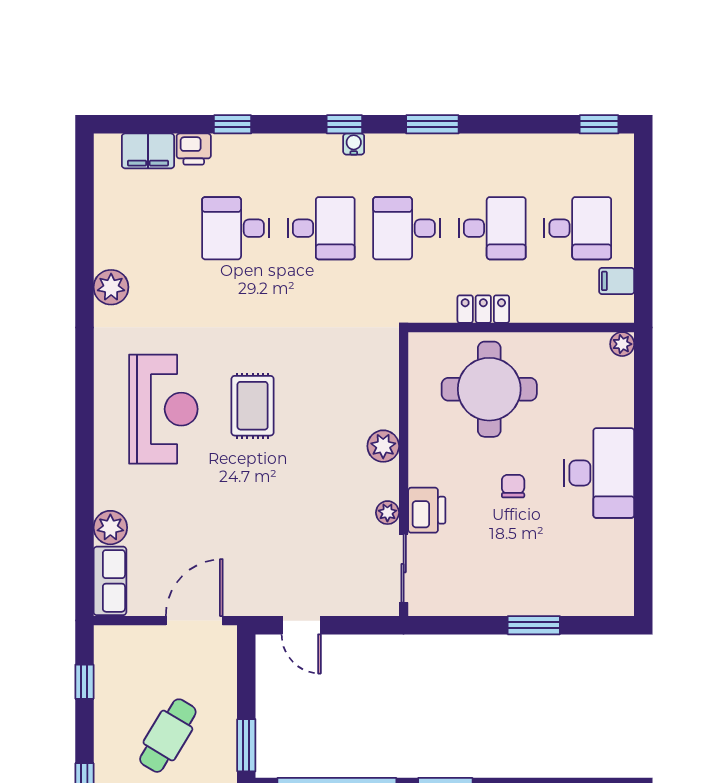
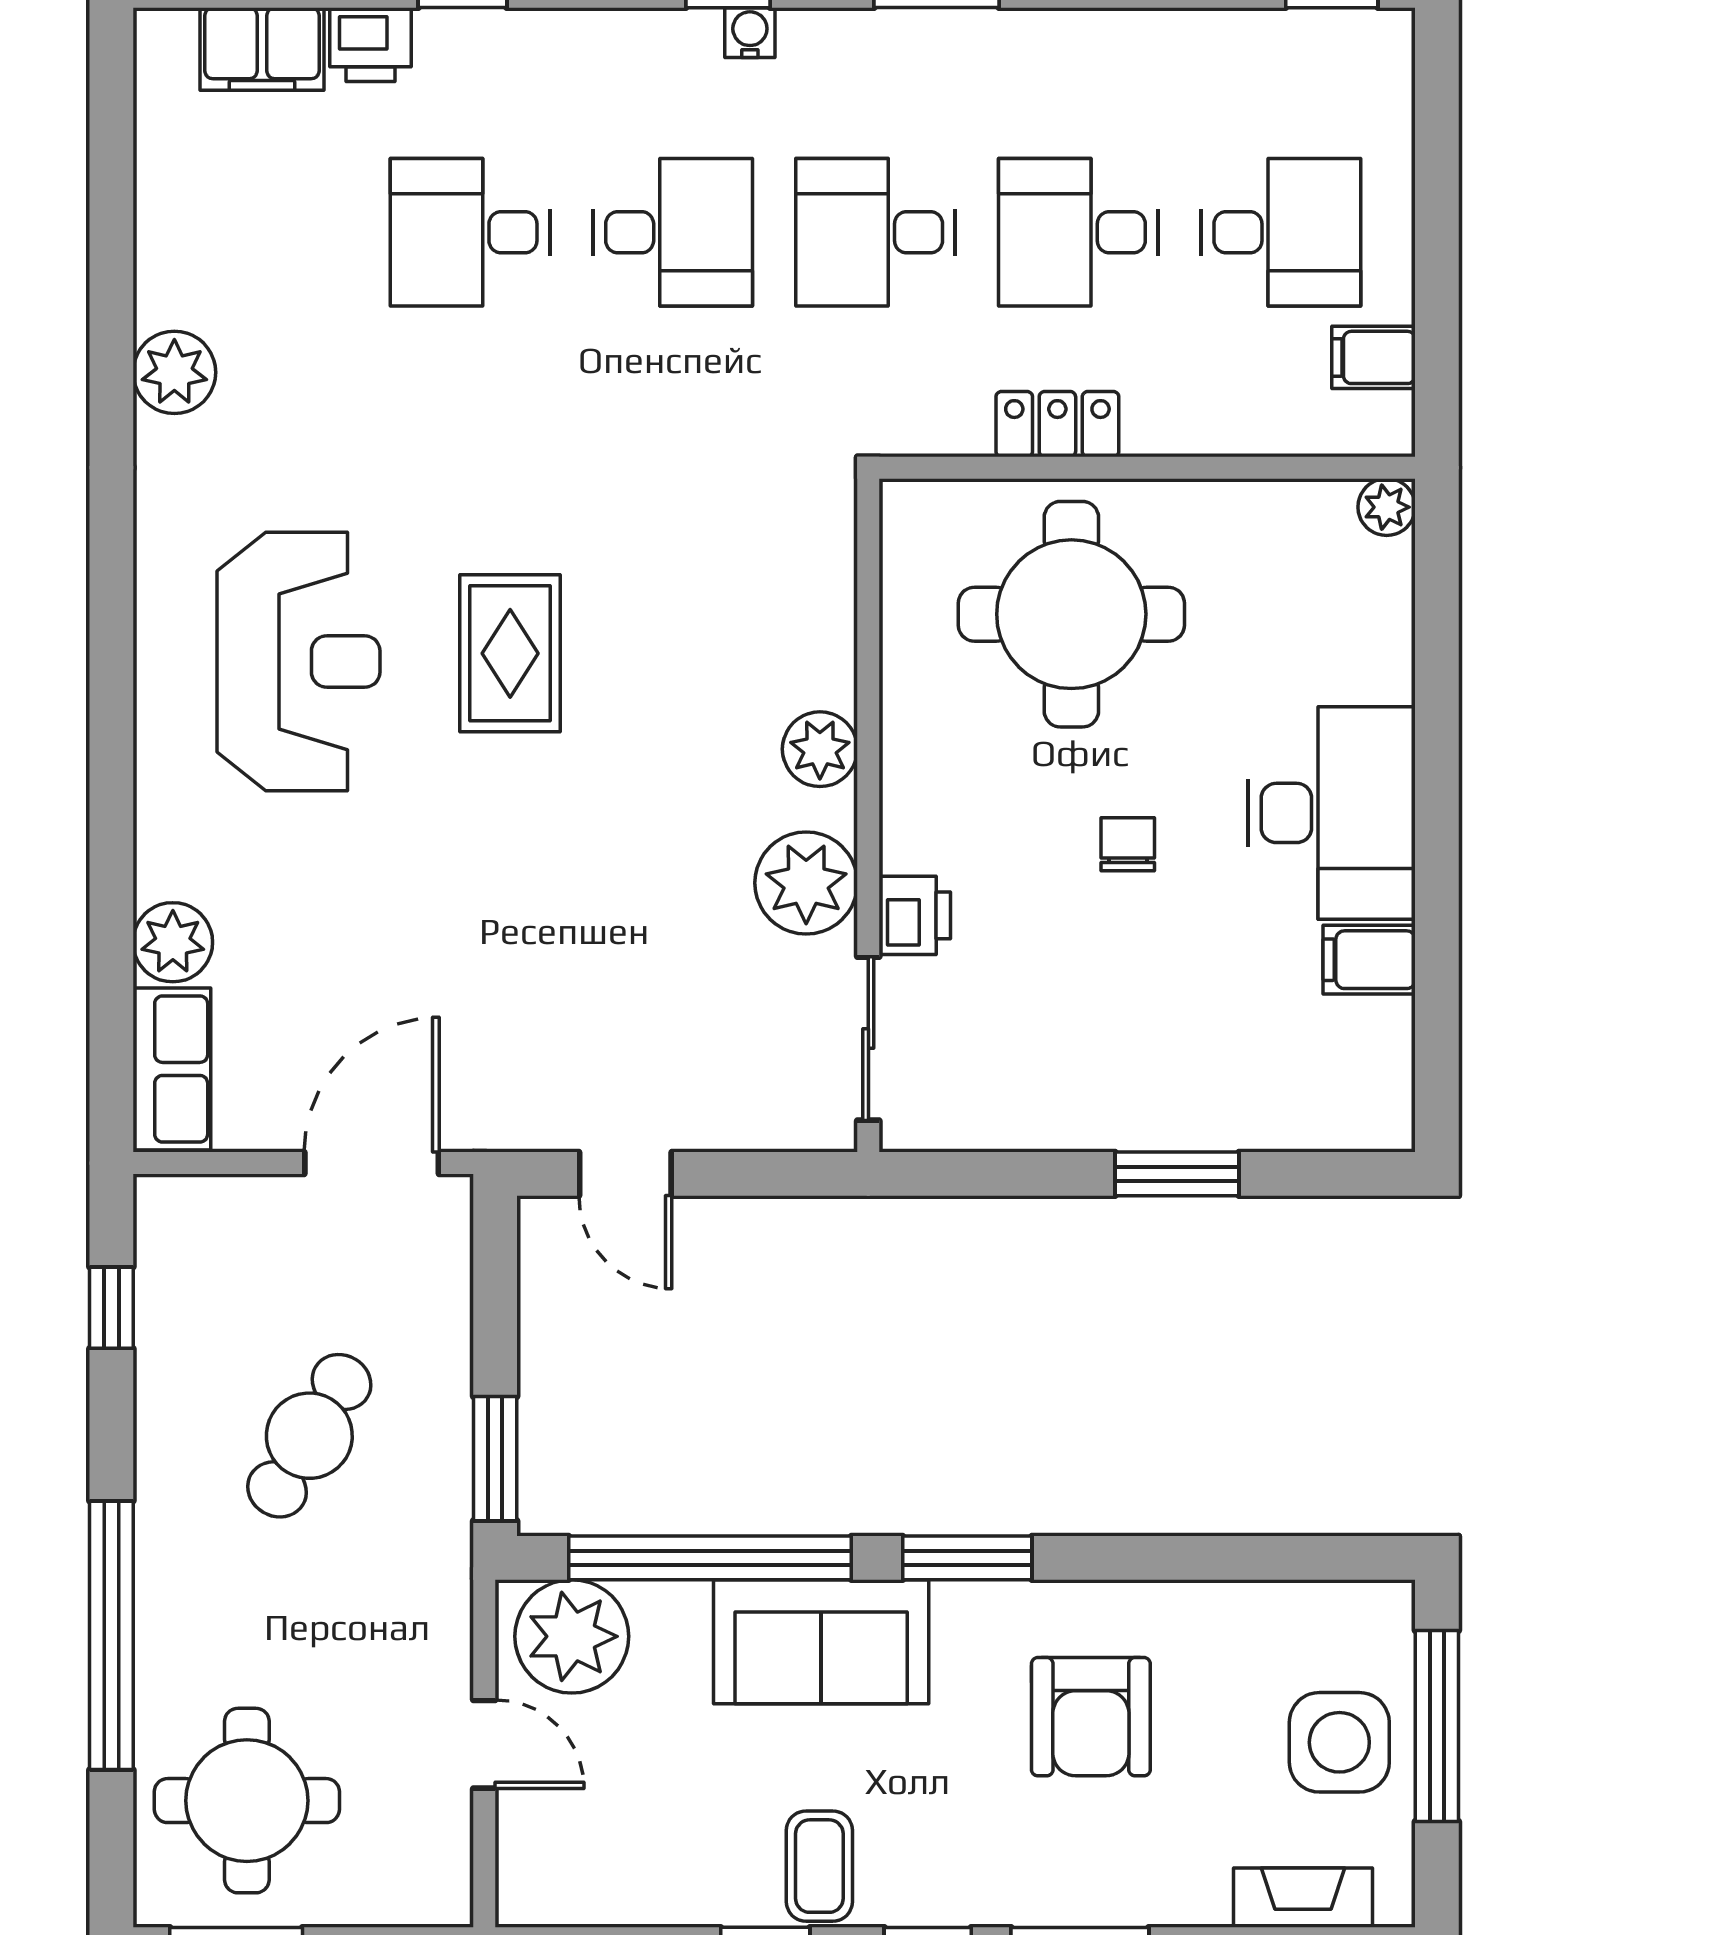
desk: (492, 228) -> (1078, 232), turned 180
printer: (427, 510) -> (915, 915), width x0.73, depth x0.81
plant: (387, 513) -> (806, 883), width x1.88, depth x1.88
filing cabinet: (615, 535) -> (1369, 960), added

